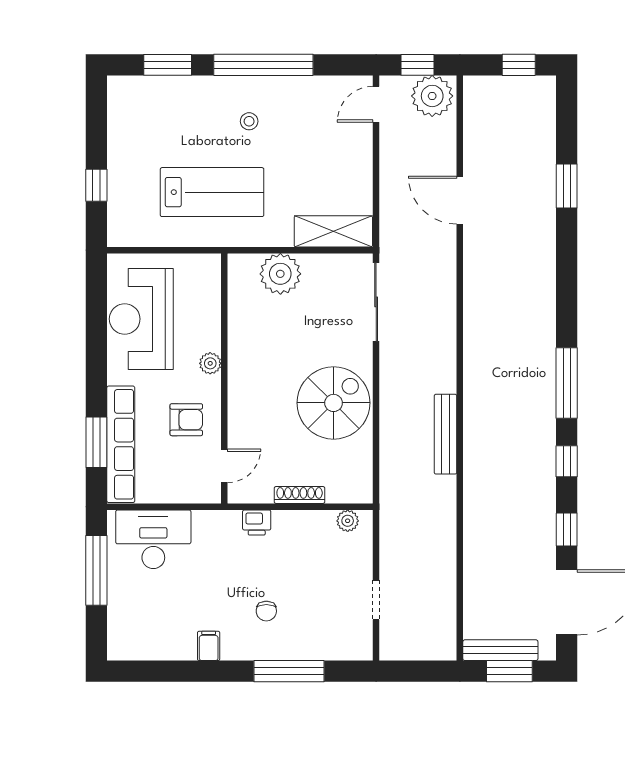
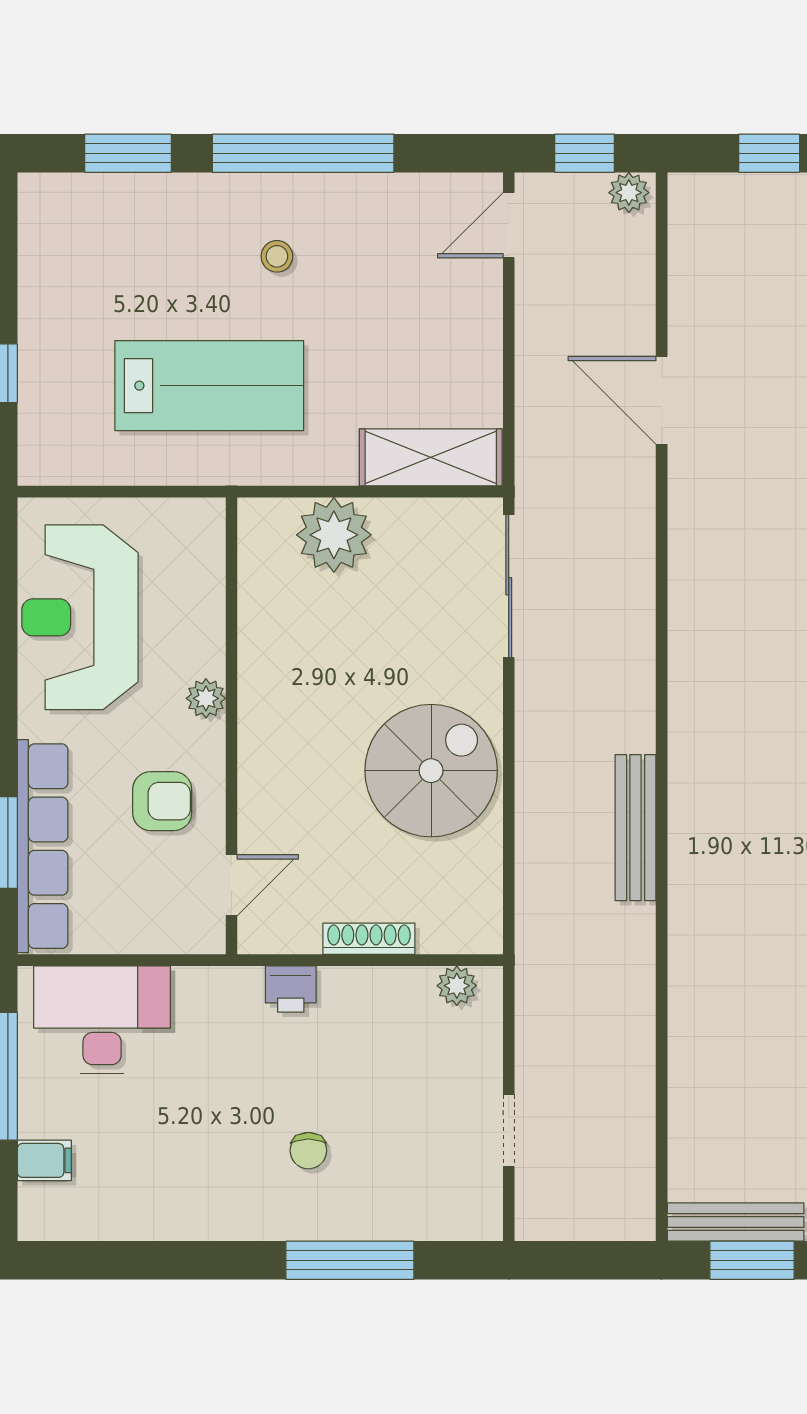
plant: (432, 96) -> (629, 193), width x0.53, depth x0.53
filing cabinet: (209, 646) -> (44, 1160), moved, turned 90

